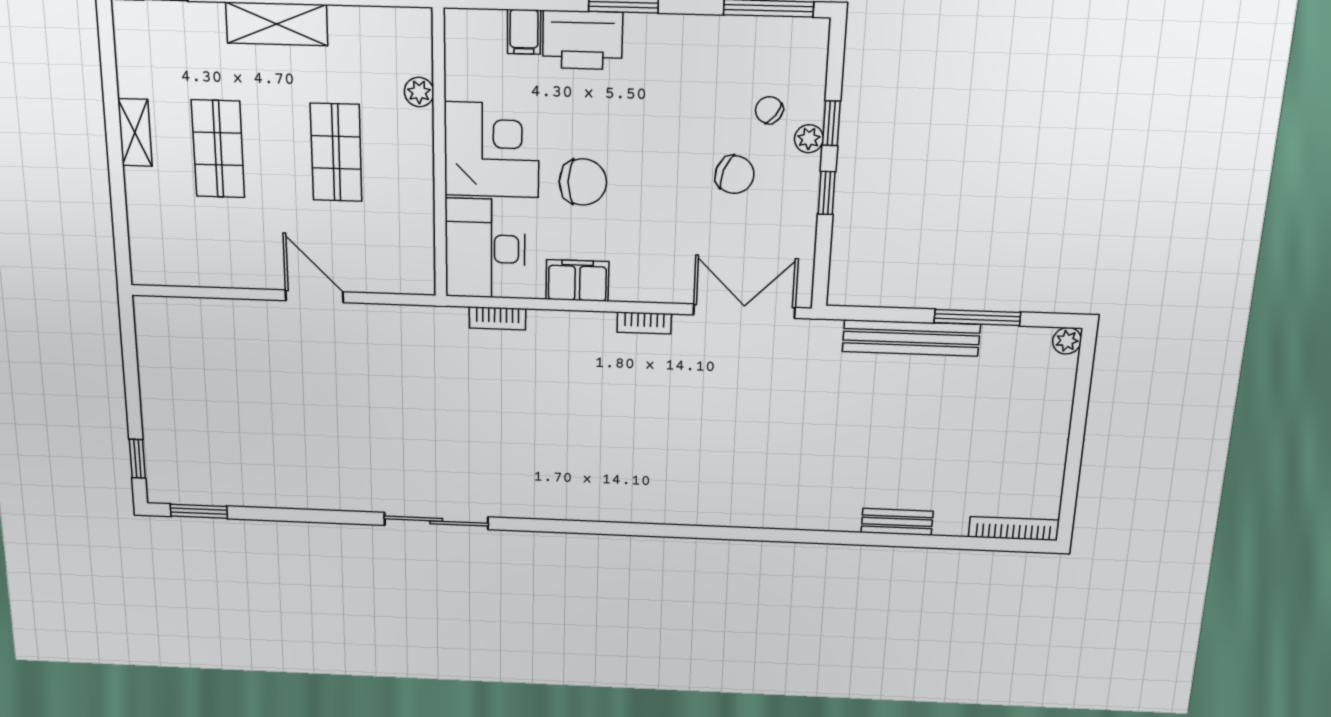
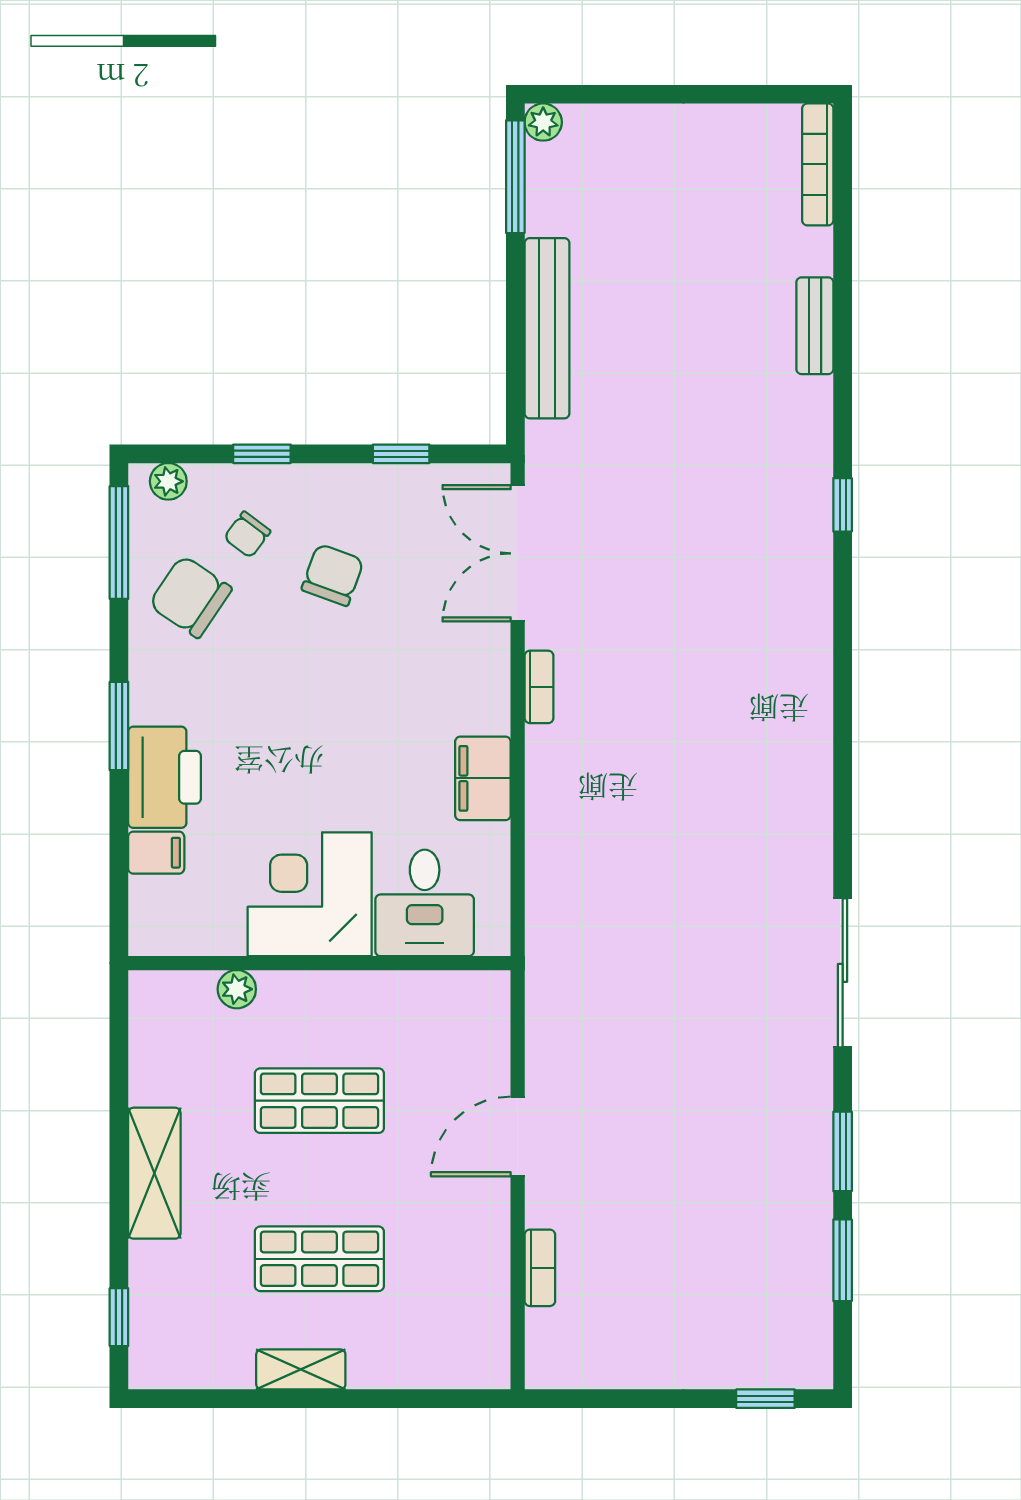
plant: (809, 139) -> (168, 481), moved
chair: (583, 182) -> (190, 597), moved, turned -56
window: (827, 193) -> (401, 454), moved
desk: (485, 249) -> (425, 903), width x0.73
bookcase: (497, 318) -> (540, 1268), moved
window: (977, 318) -> (515, 177), moved
window: (199, 511) -> (843, 1260), moved
window: (312, 516) -> (843, 1151), added
window: (767, 535) -> (843, 505), added

